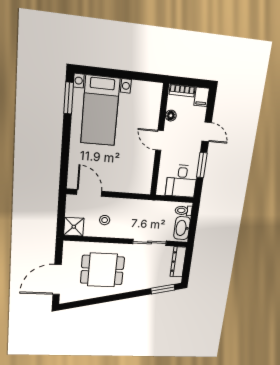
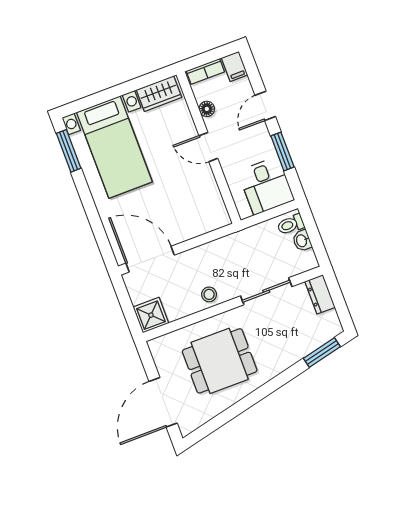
wardrobe: (146, 90) -> (159, 94), added
door: (207, 132) -> (265, 106), swing flipped
door: (89, 193) -> (150, 259), width x1.36
stool: (105, 220) -> (209, 294), moved
washbasin: (182, 228) -> (302, 241), width x0.52, depth x0.69
dresser: (178, 262) -> (320, 294), width x0.70

